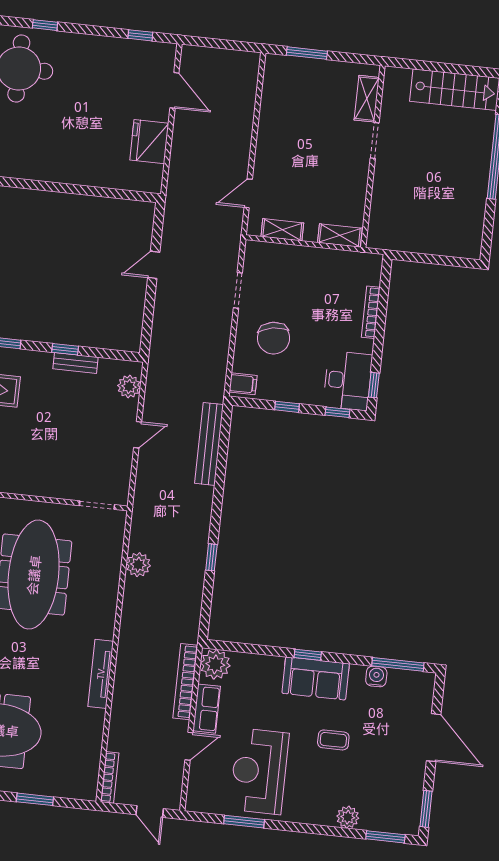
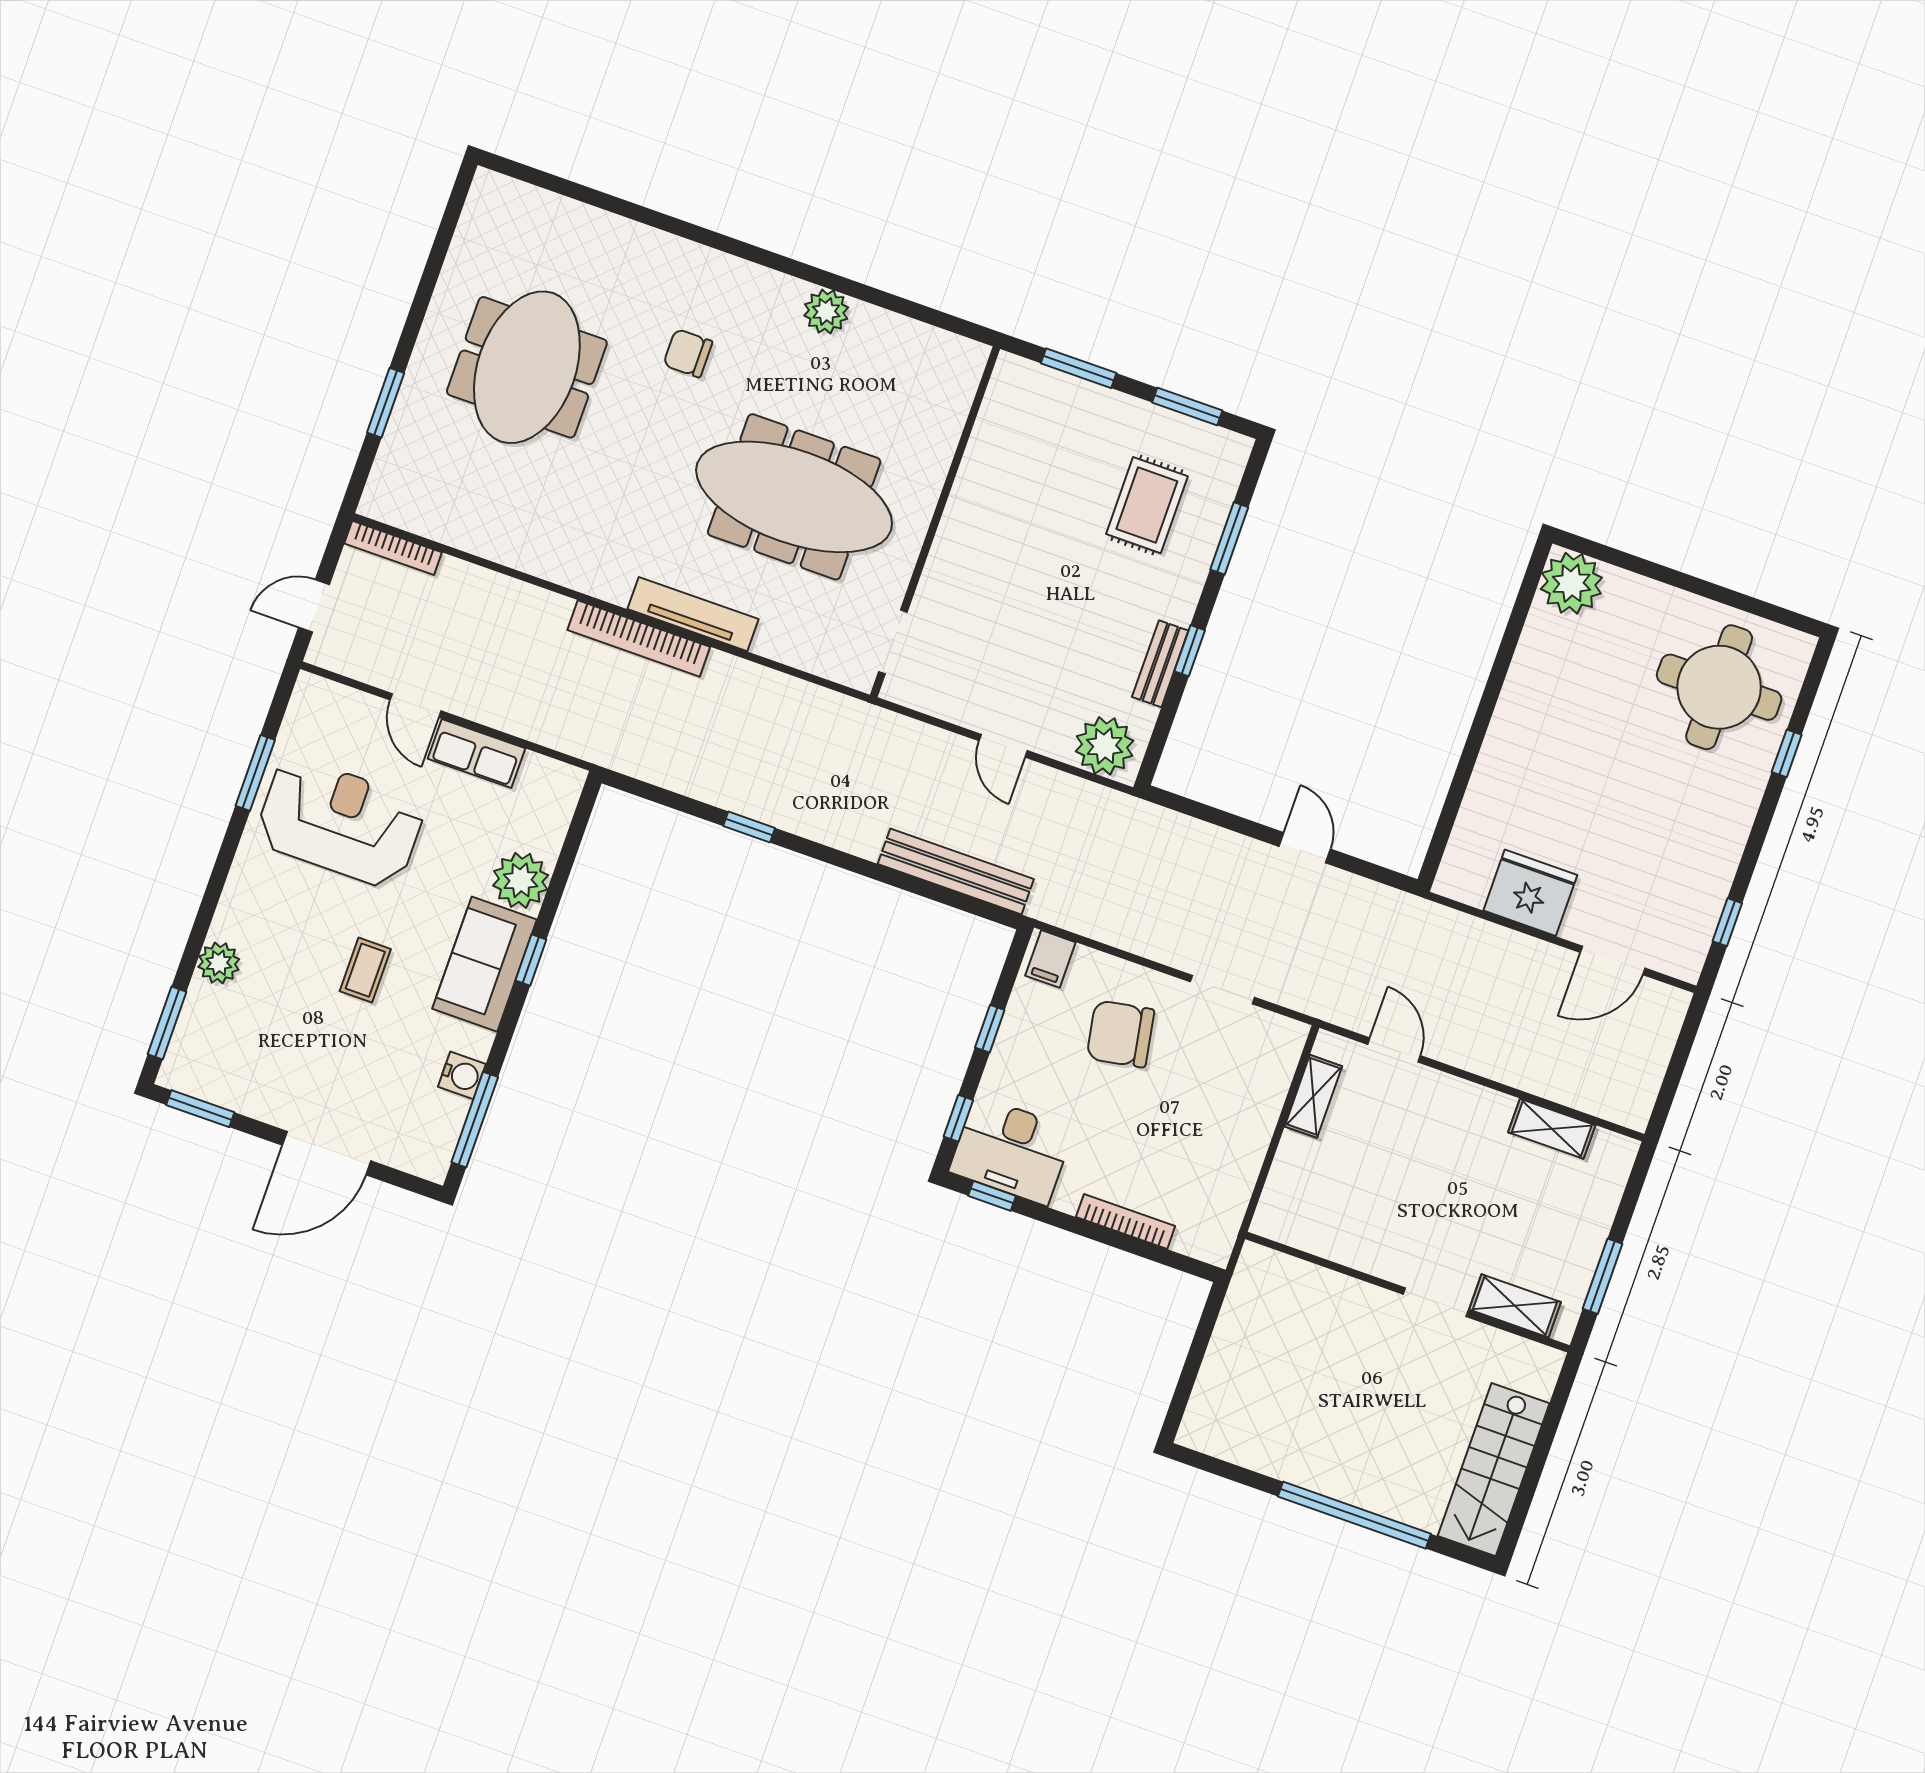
window: (307, 53) -> (1603, 1276), moved
shelving: (340, 235) -> (1552, 1129), moved, turned 90
plant: (129, 386) -> (1105, 746), width x1.36, depth x1.36
plant: (138, 565) -> (767, 691), removed
plant: (215, 664) -> (521, 880), moved
tv unit: (101, 674) -> (693, 614), moved
bookcase: (185, 682) -> (639, 638), moved, turned 180

